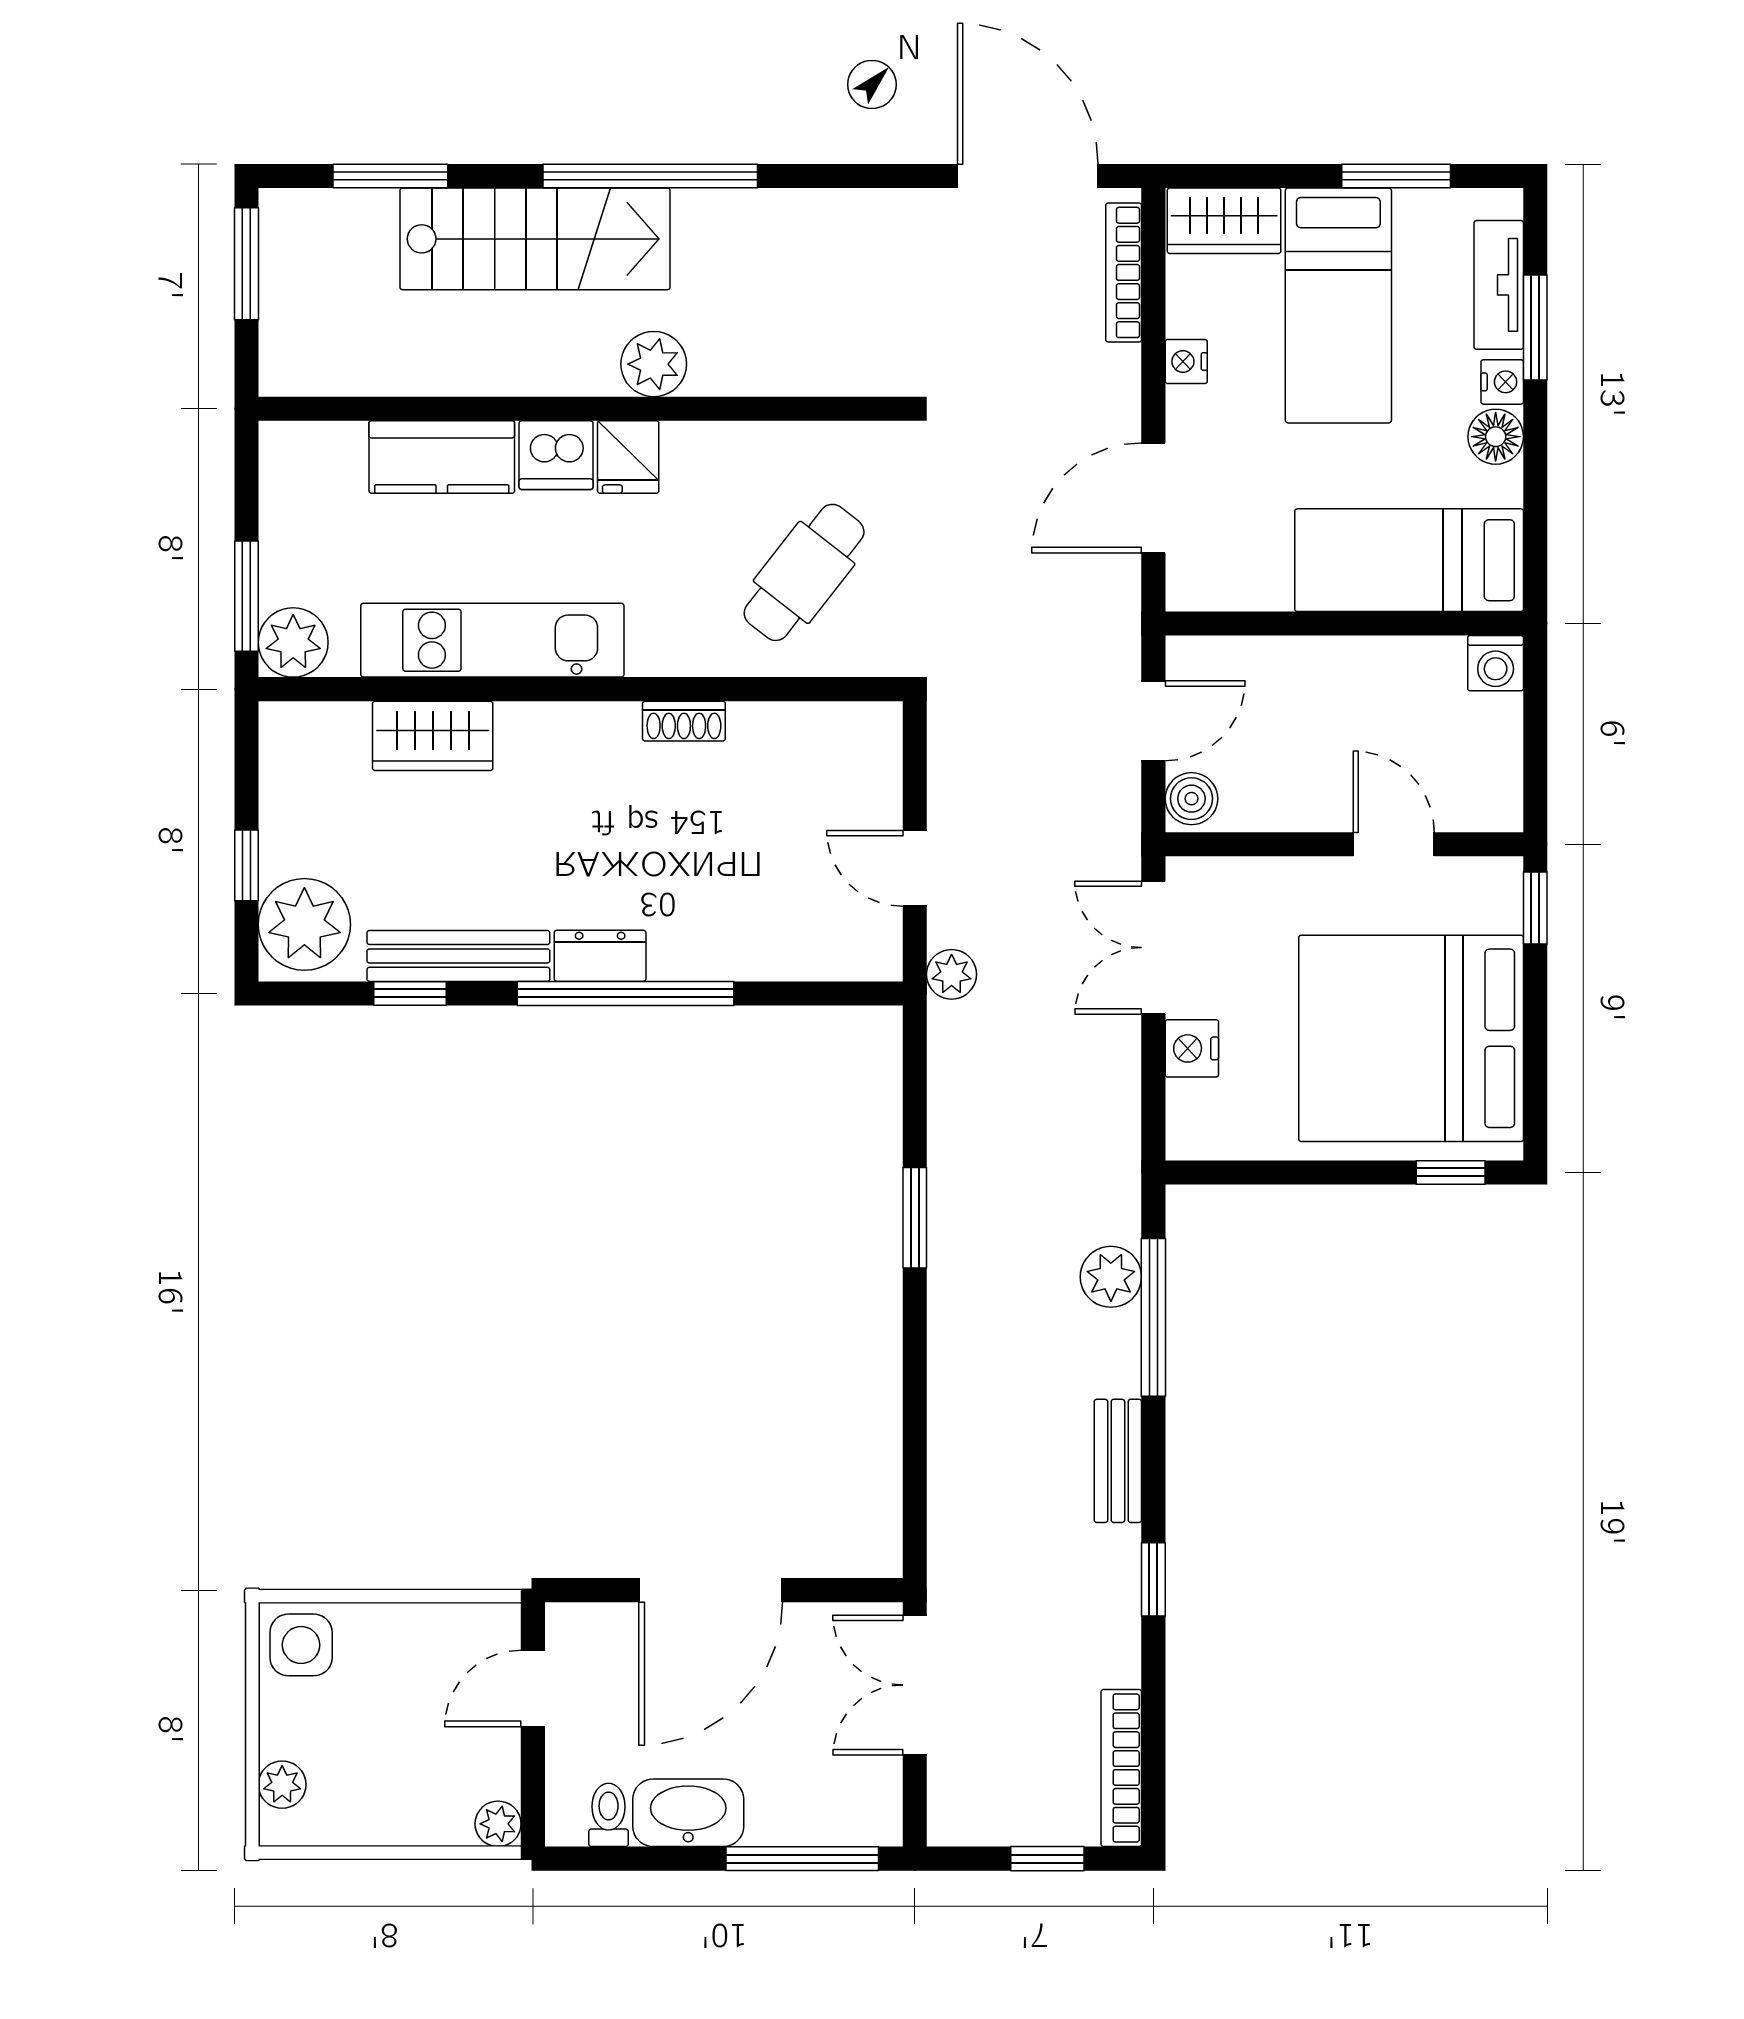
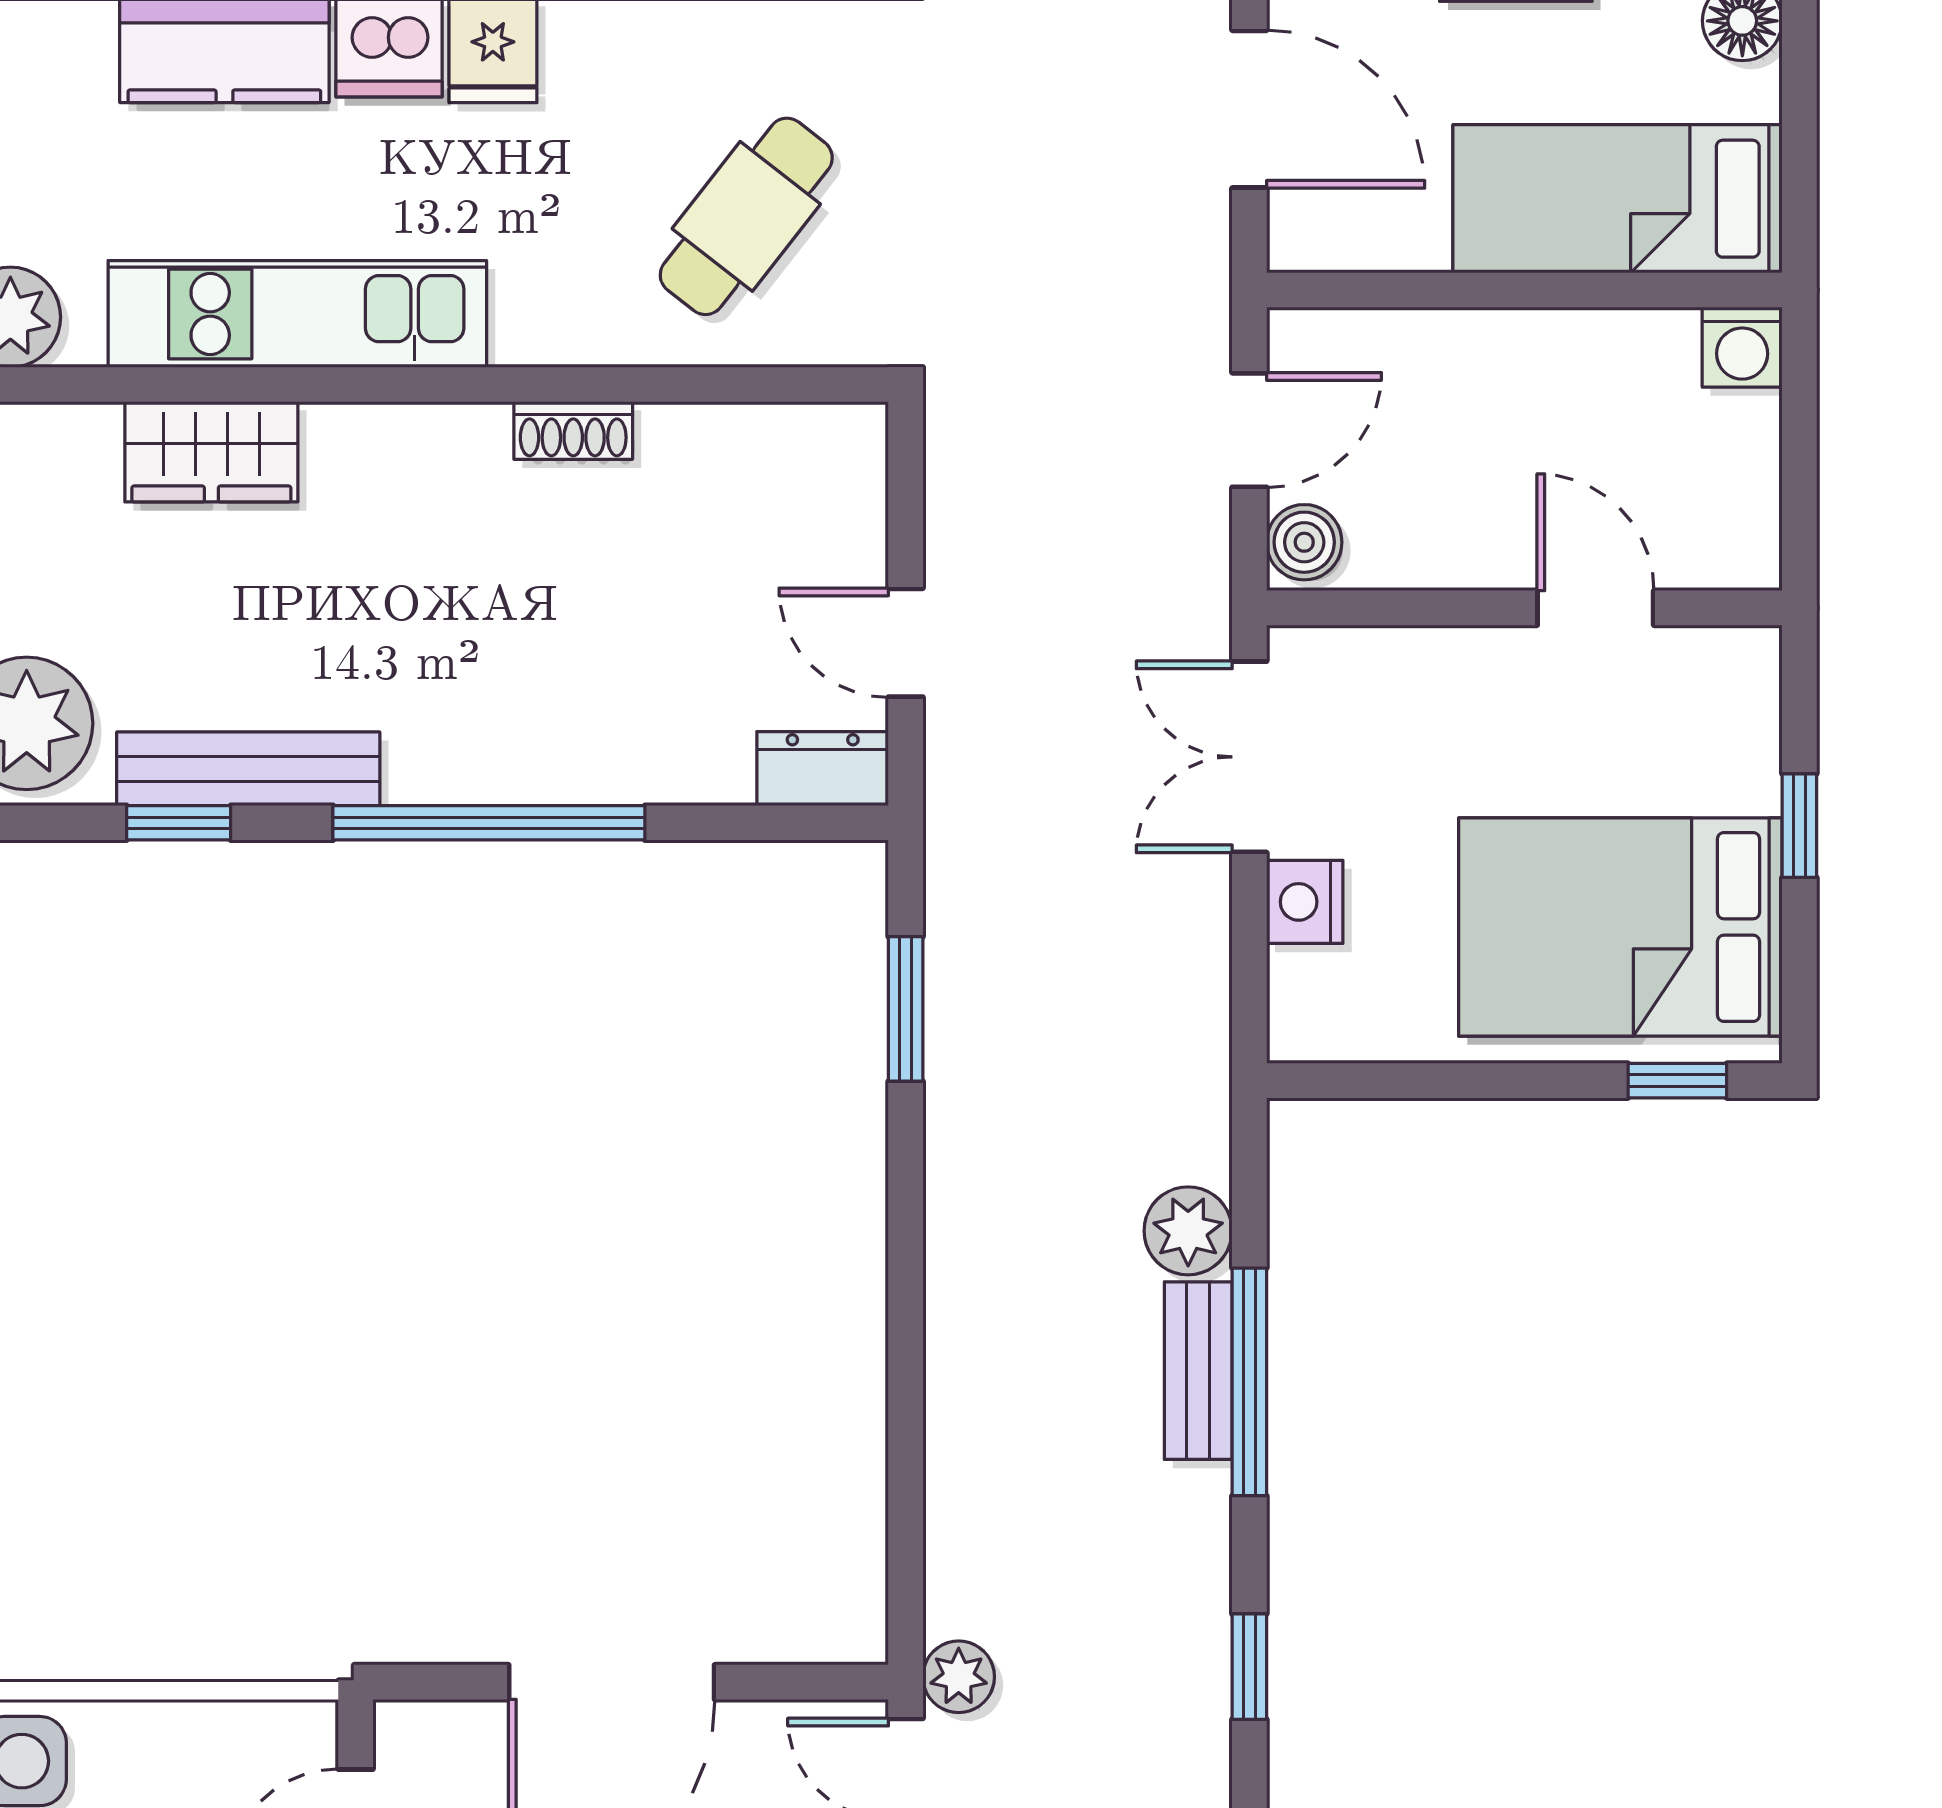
door: (1153, 498) -> (1249, 109), swing flipped
window: (1535, 908) -> (1799, 826), moved
dresser: (600, 956) -> (823, 769), moved
plant: (952, 974) -> (959, 1677), moved
bed: (1411, 1038) -> (1620, 927), width x0.73
window: (915, 1218) -> (906, 1009), moved
window: (1153, 1317) -> (1249, 1382), moved
bench: (1118, 1461) -> (1198, 1371), moved

